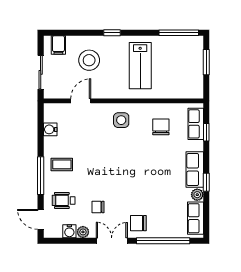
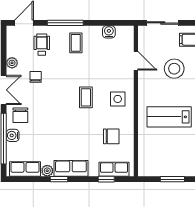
coffee table: (119, 154) -> (86, 97), added
chair: (138, 223) -> (20, 115), turned 180
water cooler: (69, 231) -> (13, 135), moved

